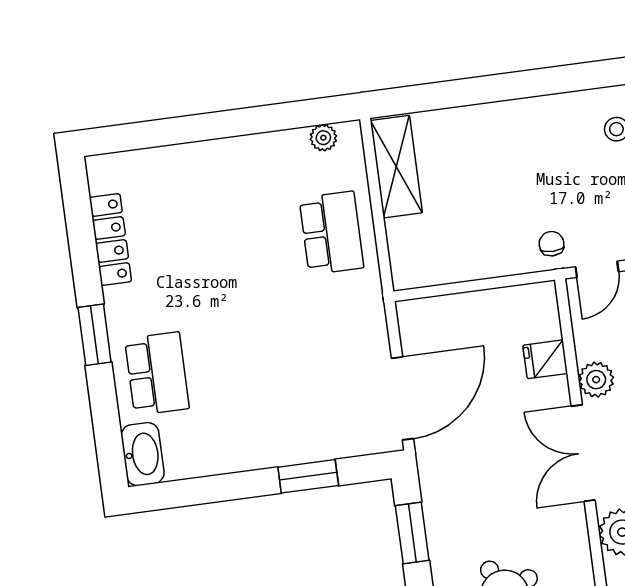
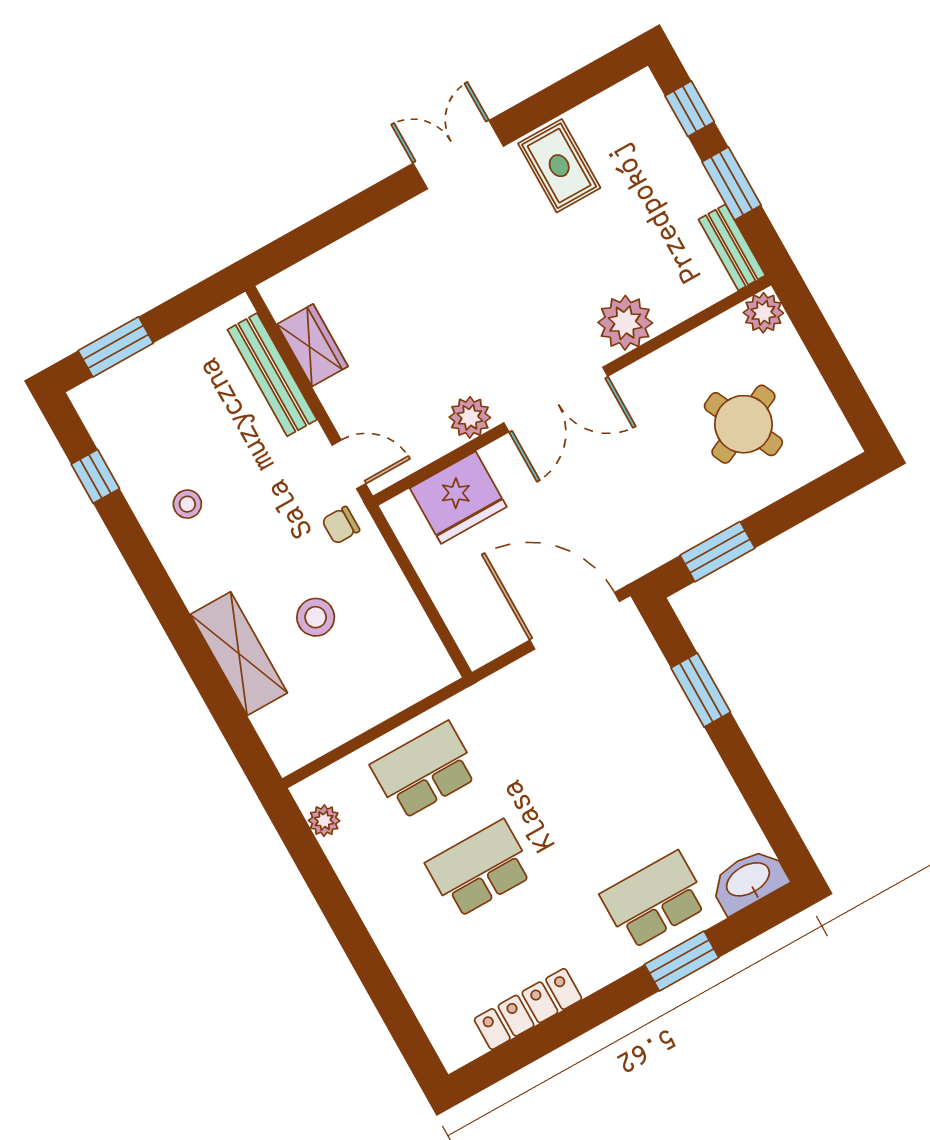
shelving: (396, 167) -> (239, 654), moved, turned 90
stool: (487, 195) -> (316, 617), added
school desk: (236, 246) -> (480, 869), added
window: (95, 335) -> (682, 961), moved
fridge: (545, 359) -> (458, 498), width x1.88, depth x1.34

